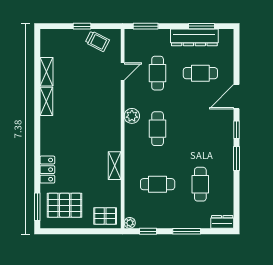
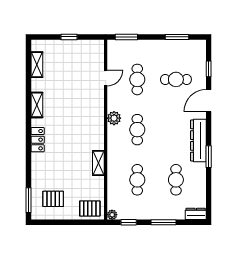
dresser: (194, 37) -> (198, 140), moved, turned 90
trolley: (97, 41) -> (83, 51), removed
shelving: (46, 72) -> (37, 65), moved
window: (237, 130) -> (209, 69), moved
locker: (47, 170) -> (38, 140), moved
cafe table: (158, 184) -> (137, 180), turned 90
pallet: (65, 205) -> (53, 199), width x0.67, depth x0.71

